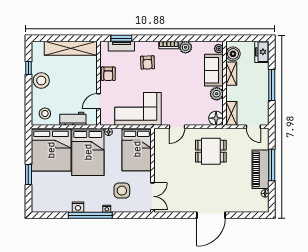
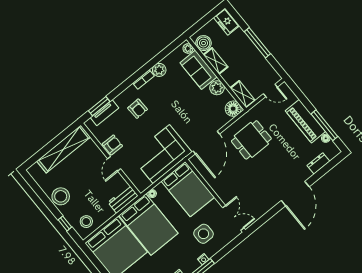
window: (28, 68) -> (65, 223), moved
armchair: (108, 74) -> (112, 145), turned -90
door: (99, 101) -> (114, 164), moved
workbench: (73, 119) -> (123, 199), moved
door: (177, 127) -> (206, 143), width x1.88
window: (272, 165) -> (324, 125), moved
dresser: (245, 207) -> (318, 163), added

